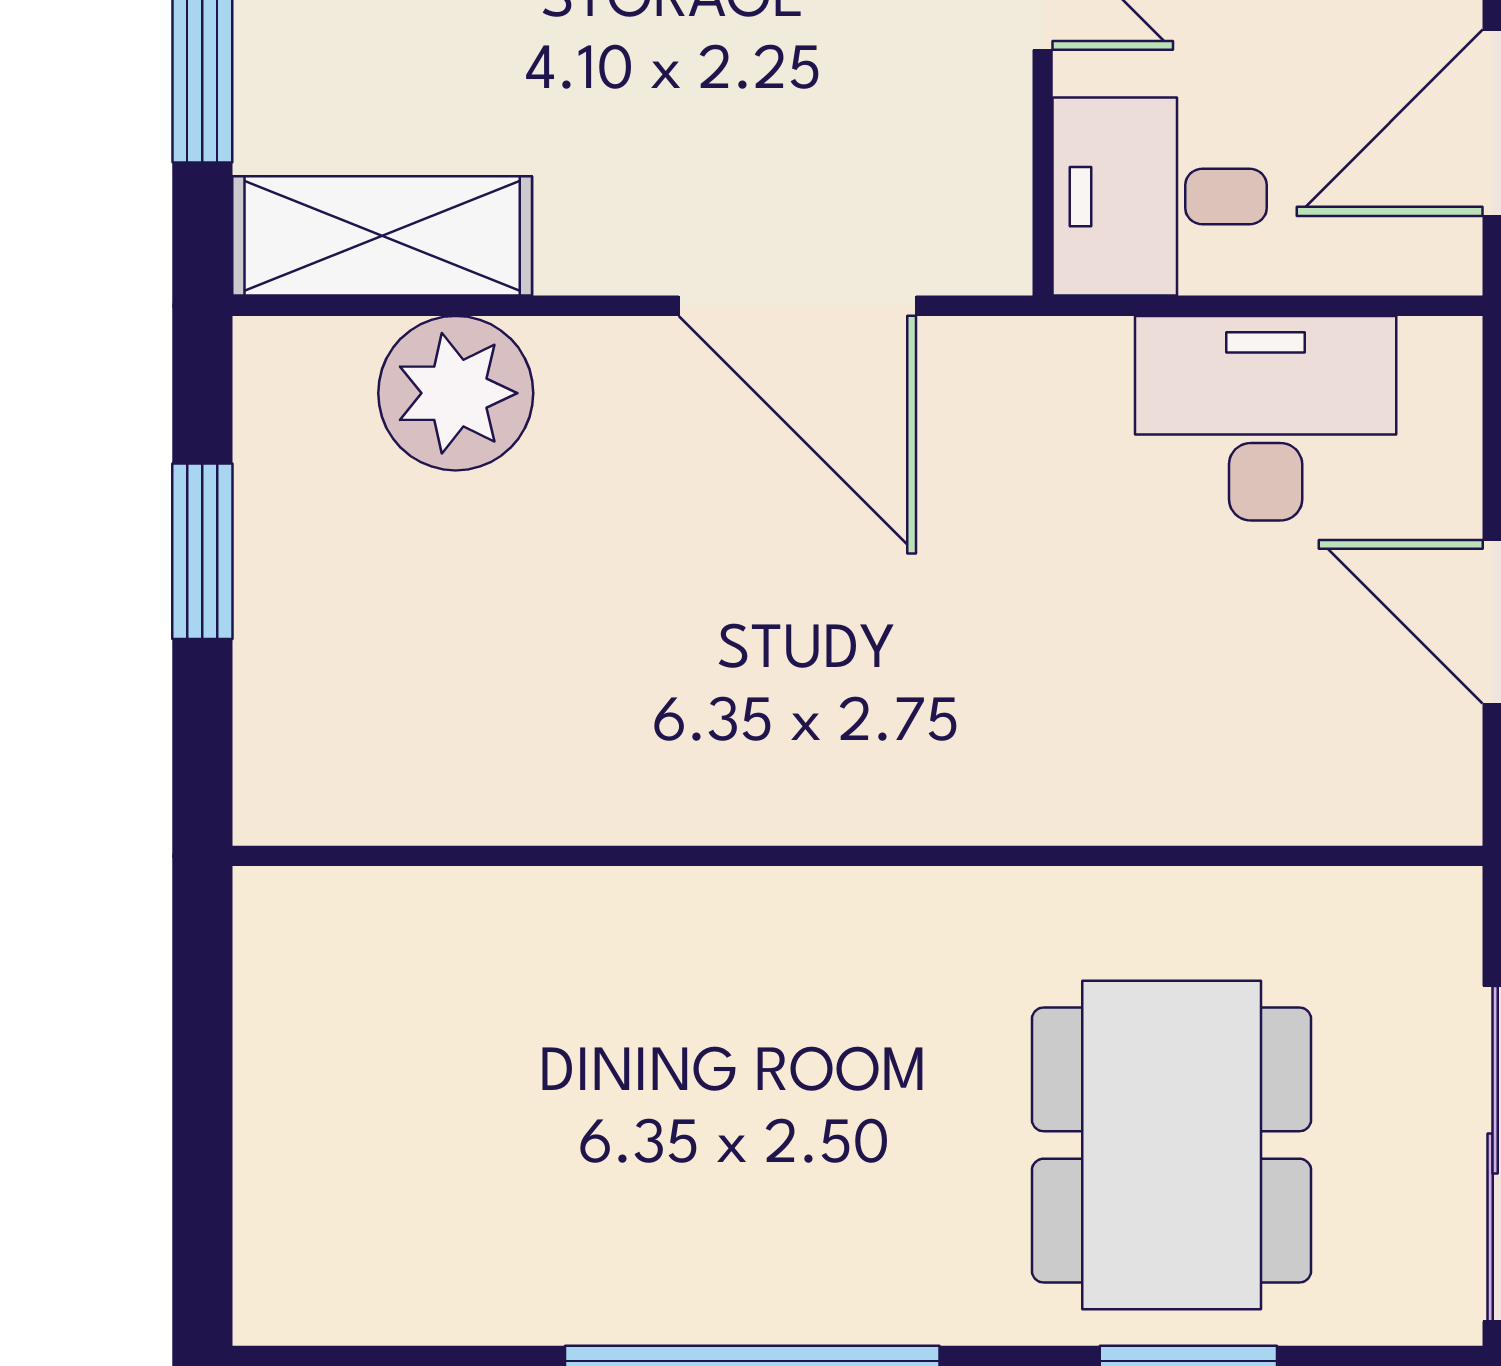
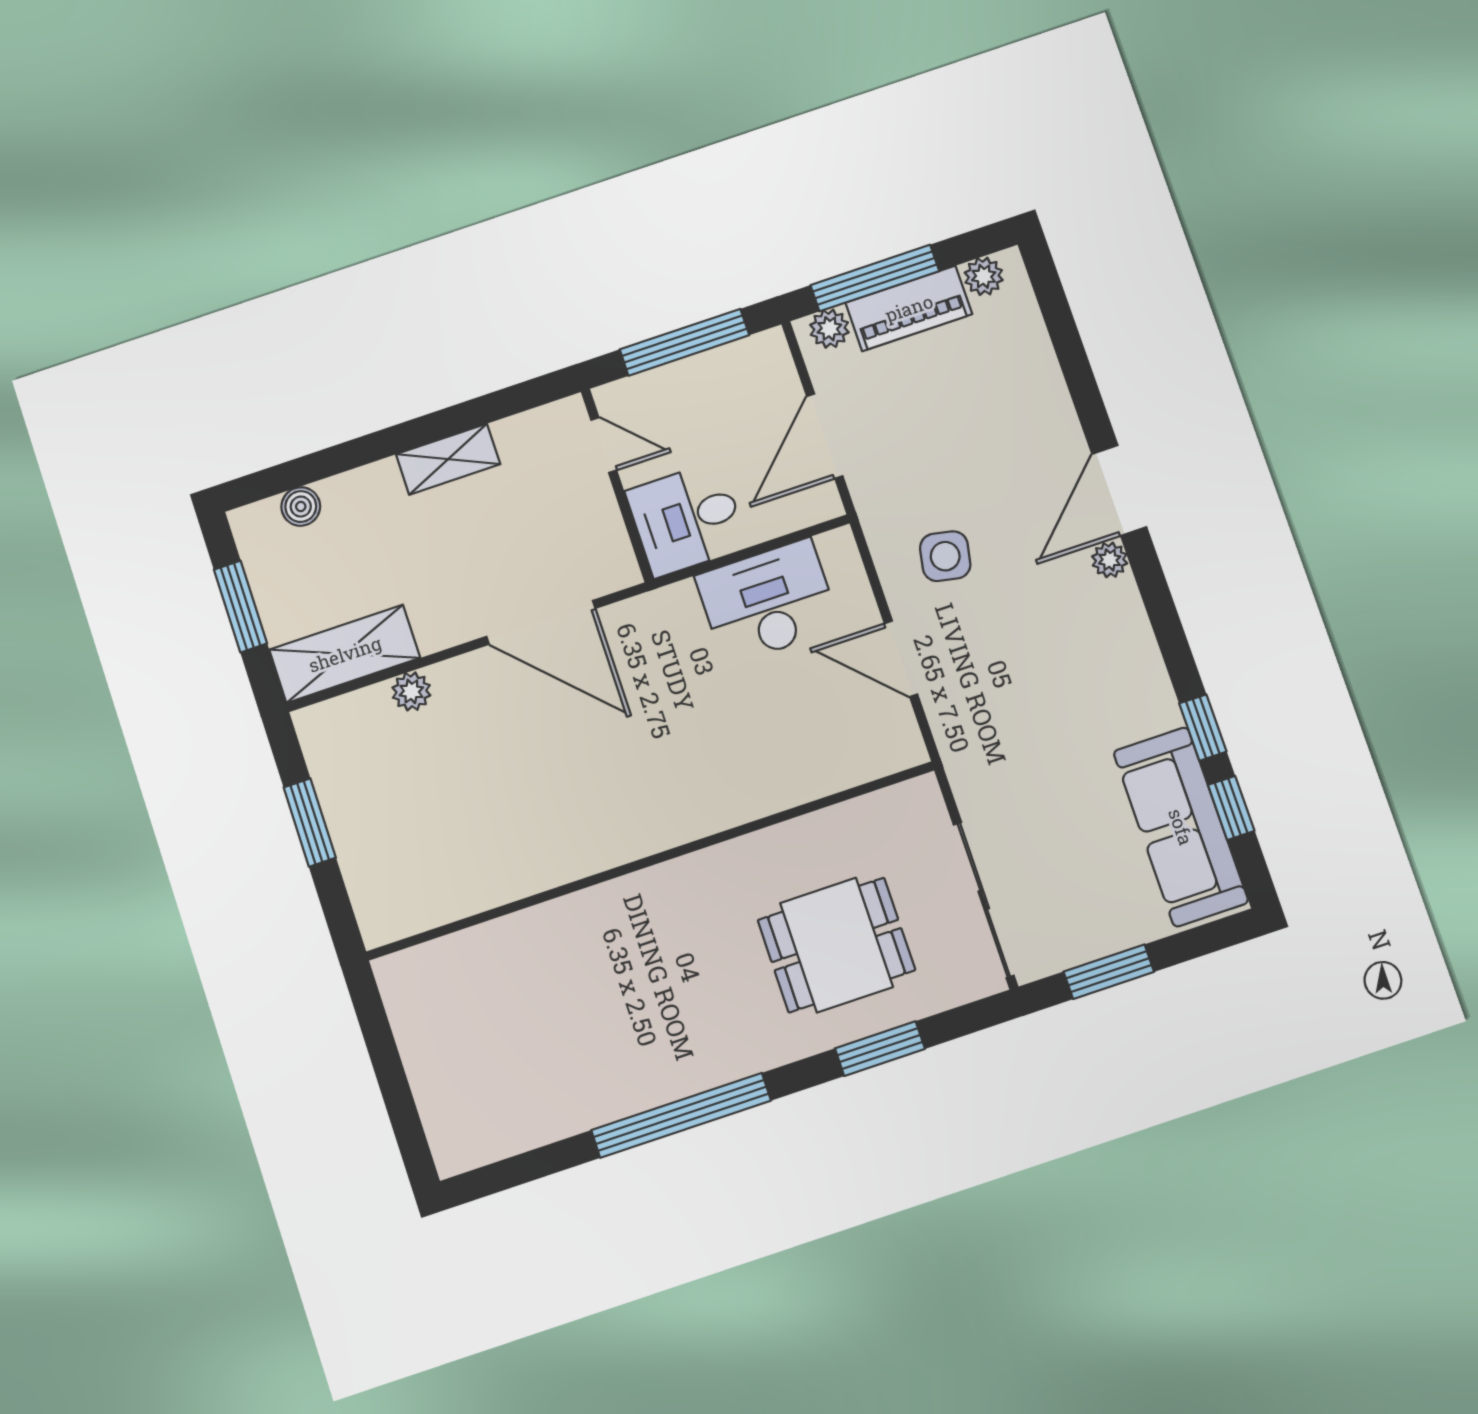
plant: (456, 393) -> (411, 691), width x0.53, depth x0.53
dining table: (1172, 1145) -> (836, 945), width x0.73

